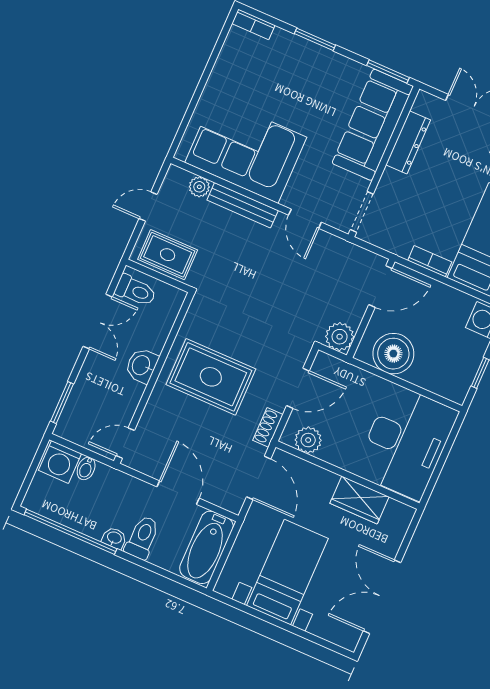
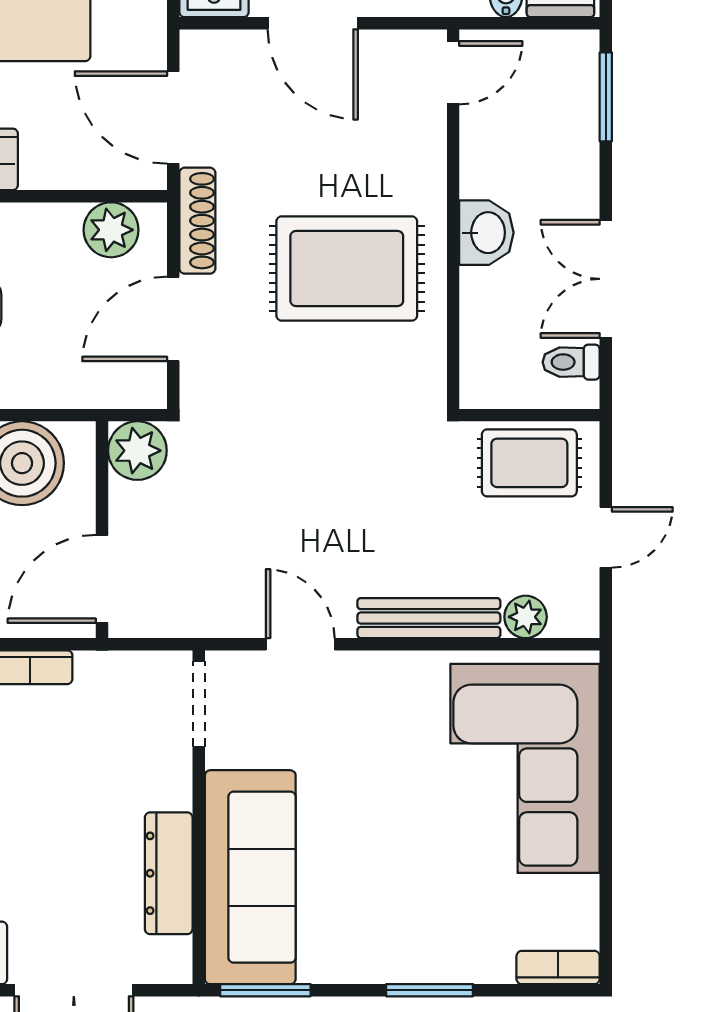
corner sofa: (246, 150) -> (525, 768), moved, turned 90
toilet: (135, 291) -> (571, 362), width x0.73, depth x0.72
shoe rack: (268, 427) -> (197, 221), width x1.43

